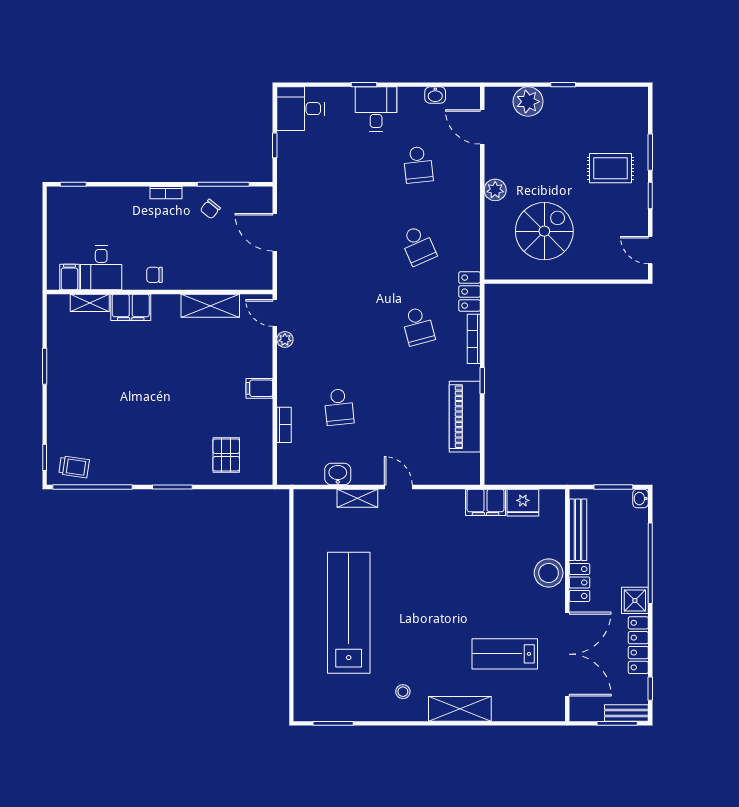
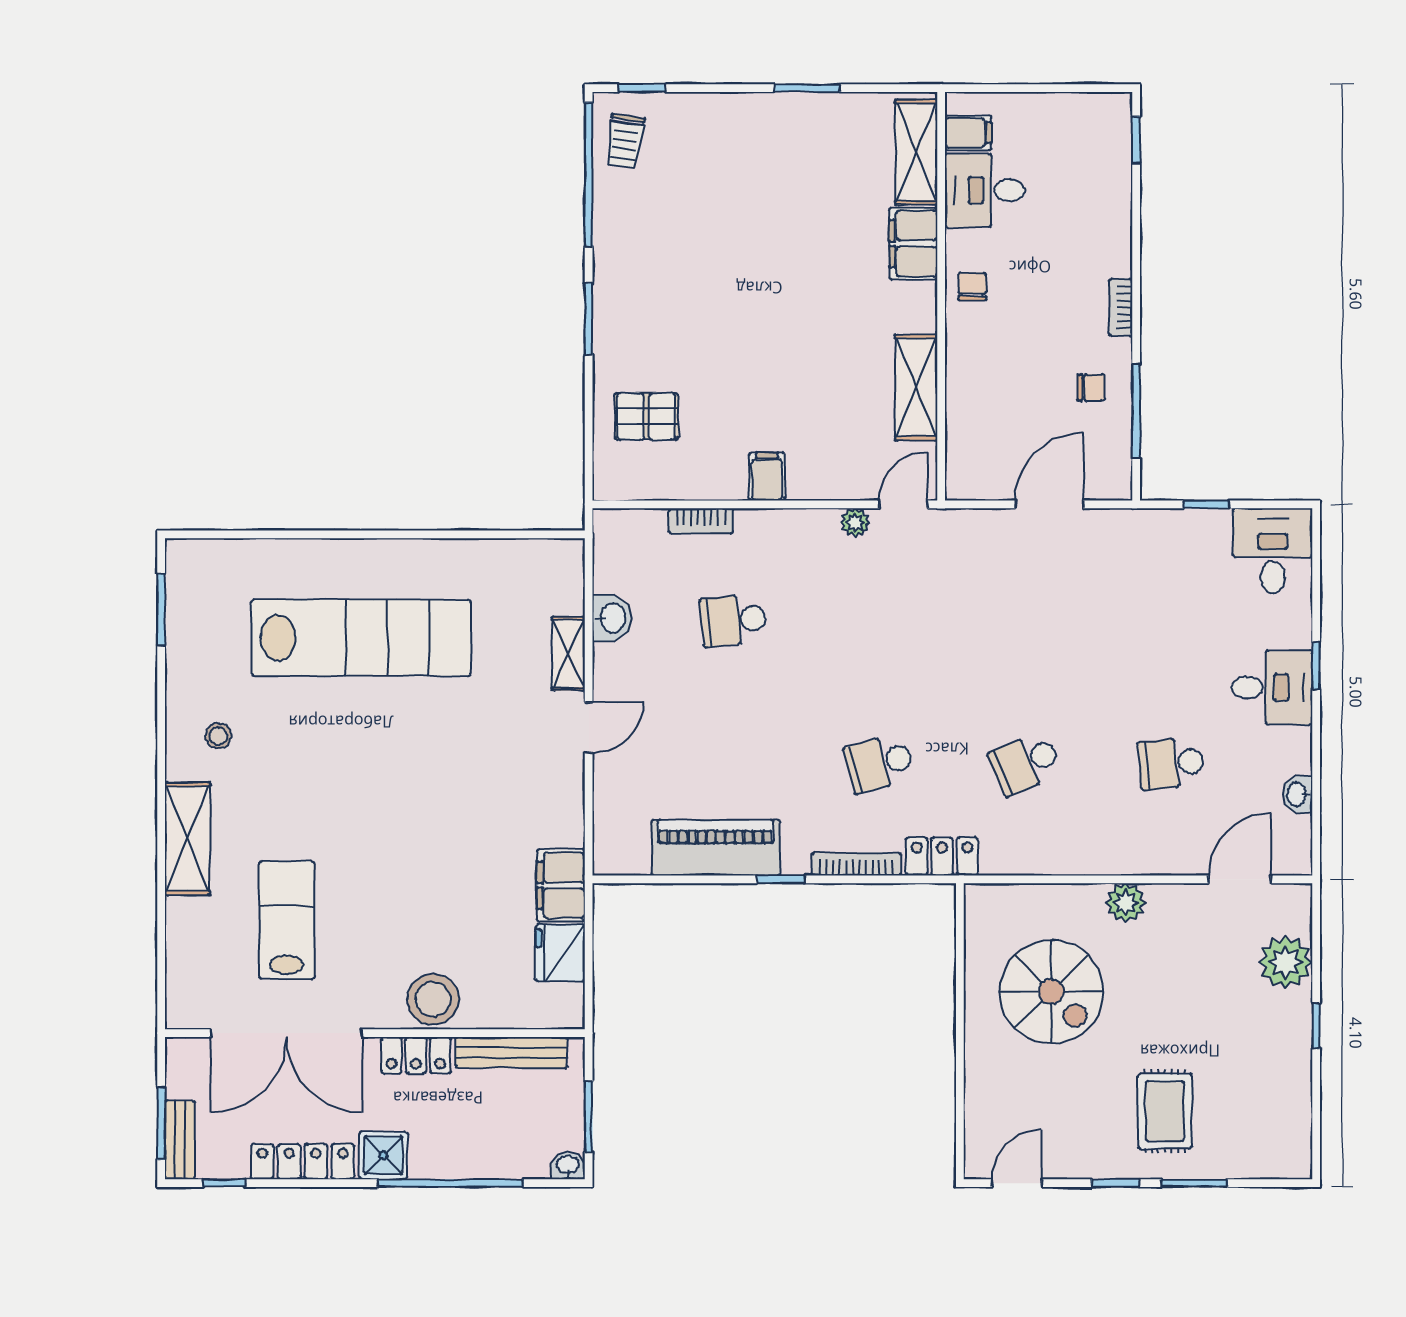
chair: (210, 209) -> (1091, 387), turned 141
shelving: (90, 303) -> (916, 152), width x1.50, depth x1.33

